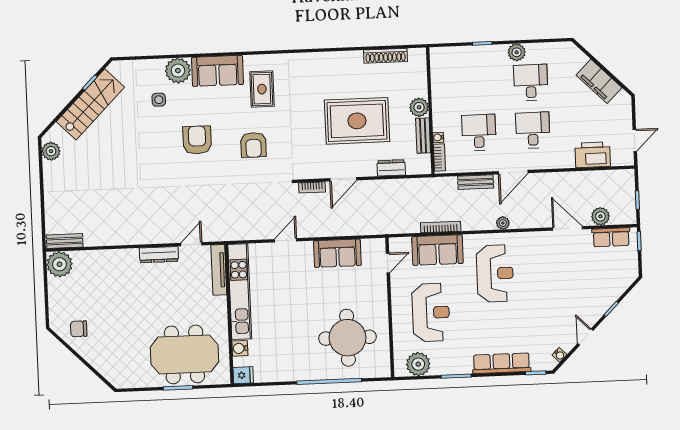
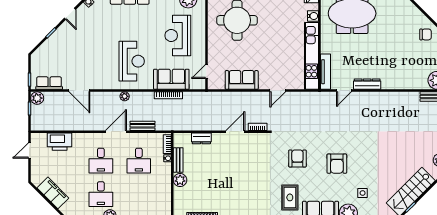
rug: (357, 121) -> (224, 172), removed
plant: (600, 216) -> (37, 98), moved
reception desk: (495, 273) -> (132, 61), turned 180

